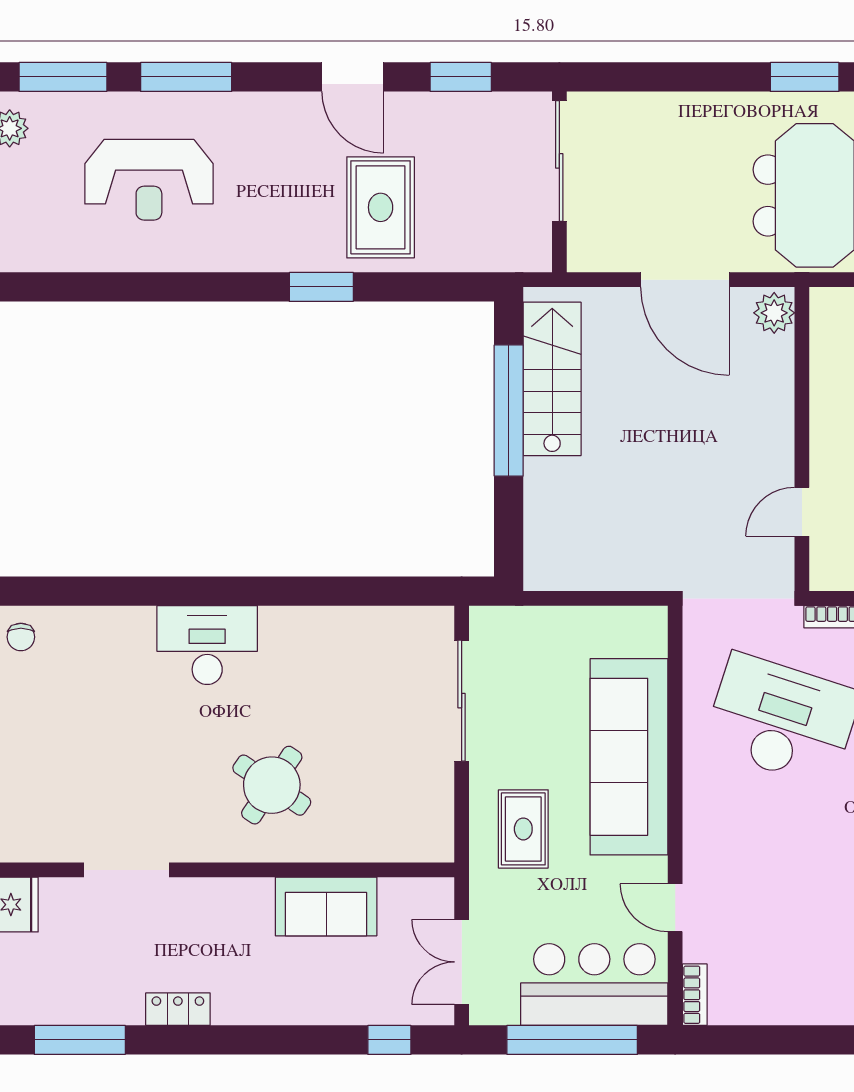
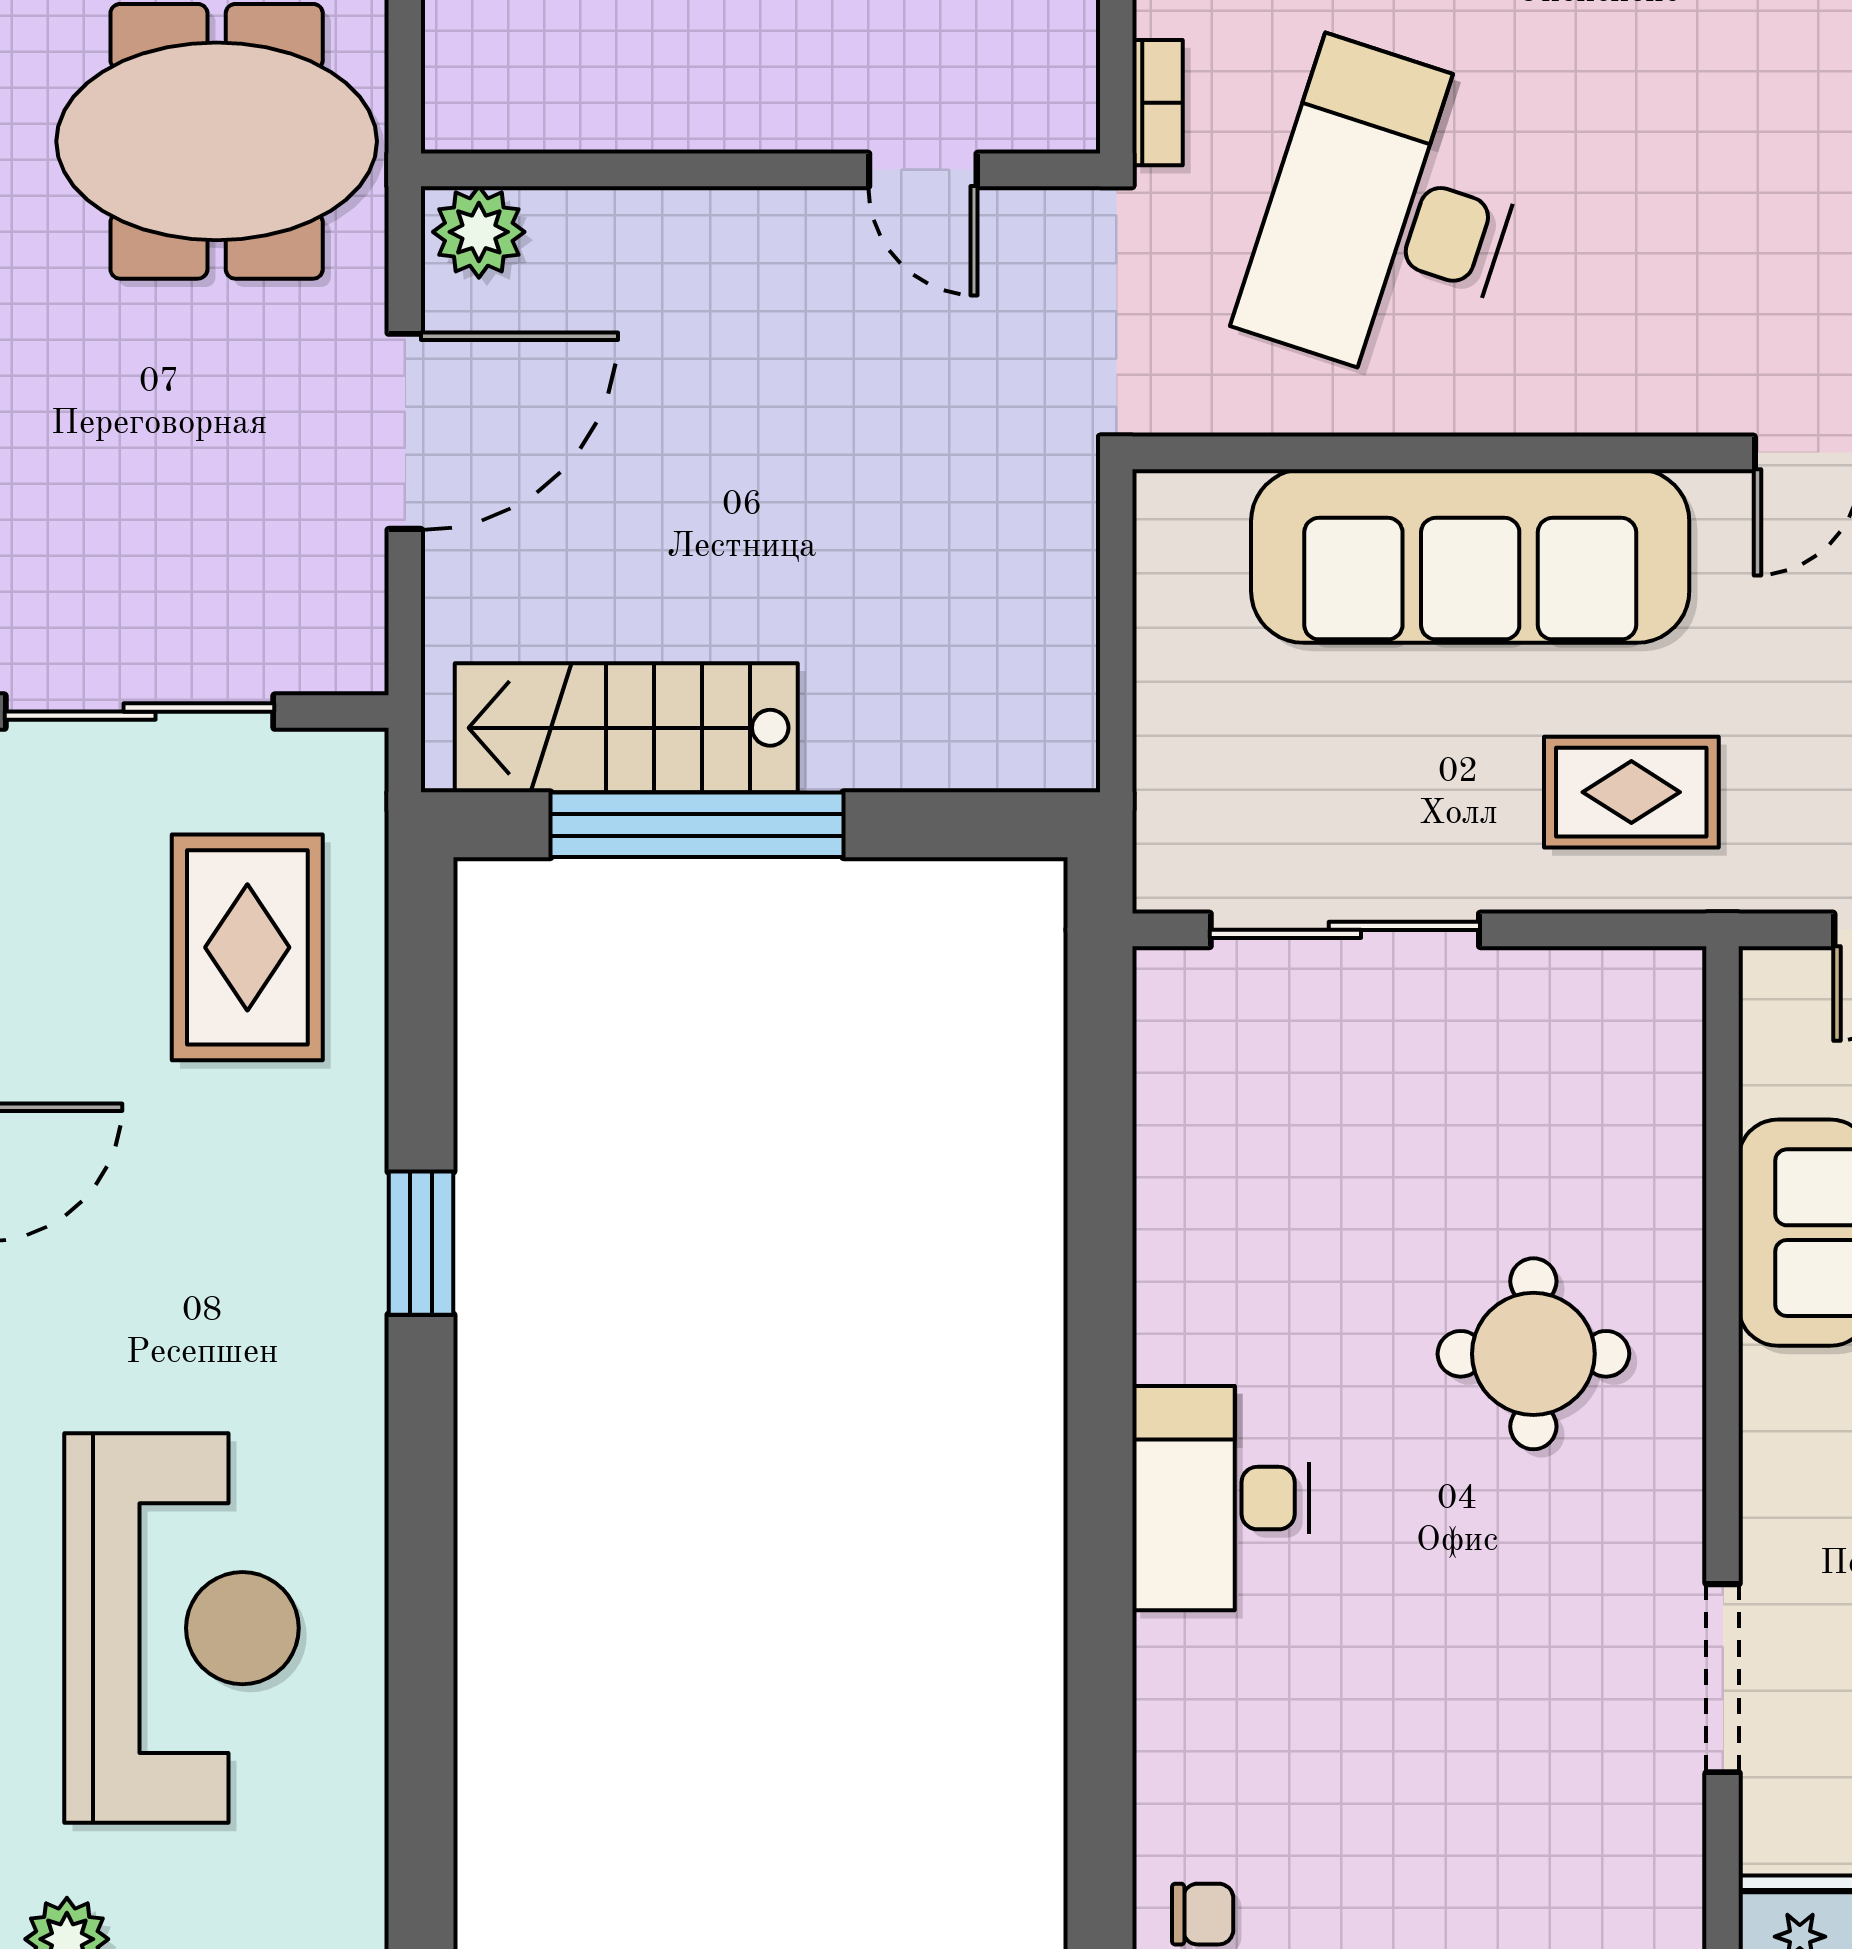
reception desk: (149, 180) -> (182, 1628), width x1.36, depth x1.30
rug: (381, 207) -> (247, 947), moved, turned 90
round table: (272, 785) -> (1533, 1354), turned -34

